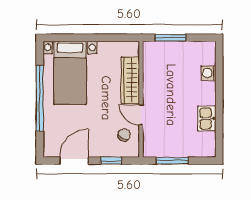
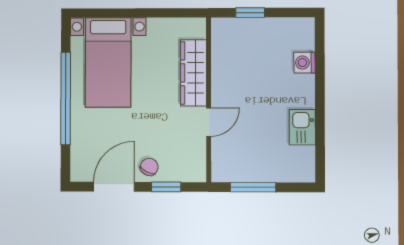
window: (170, 38) -> (250, 13), width x0.67
door: (141, 115) -> (209, 122), swing flipped
chair: (124, 135) -> (149, 167), moved

